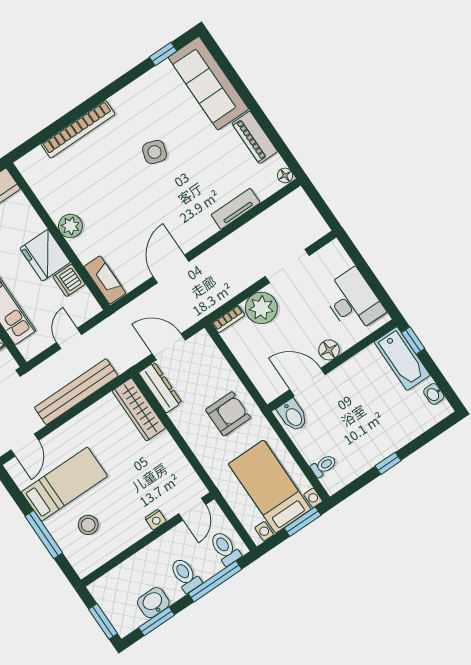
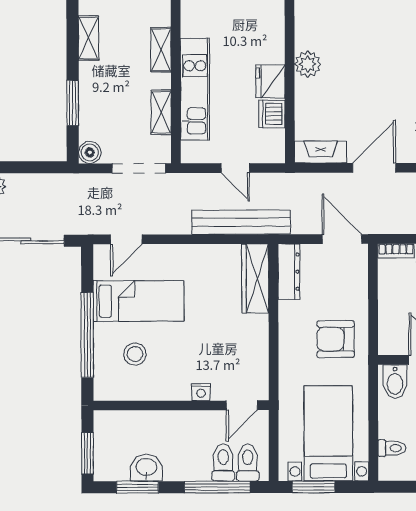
fridge: (45, 255) -> (270, 81), width x0.73, depth x0.75
fireplace: (105, 280) -> (321, 152), moved, turned -90
door: (69, 338) -> (235, 168), swing flipped
door: (169, 347) -> (342, 239), moved
bench: (76, 392) -> (241, 222), moved
armchair: (228, 414) -> (336, 339), turned 180
window: (303, 522) -> (314, 487), moved
window: (44, 535) -> (87, 335), width x1.46
toilet: (185, 575) -> (223, 462), moved

